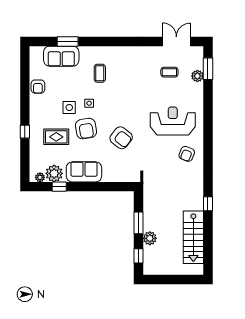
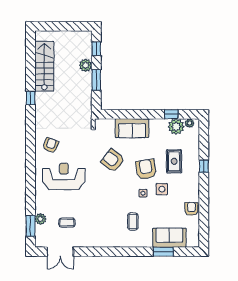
reception desk: (173, 121) -> (64, 176), turned 180
rug: (56, 137) -> (174, 161), turned 90
sofa: (84, 172) -> (132, 128), moved

